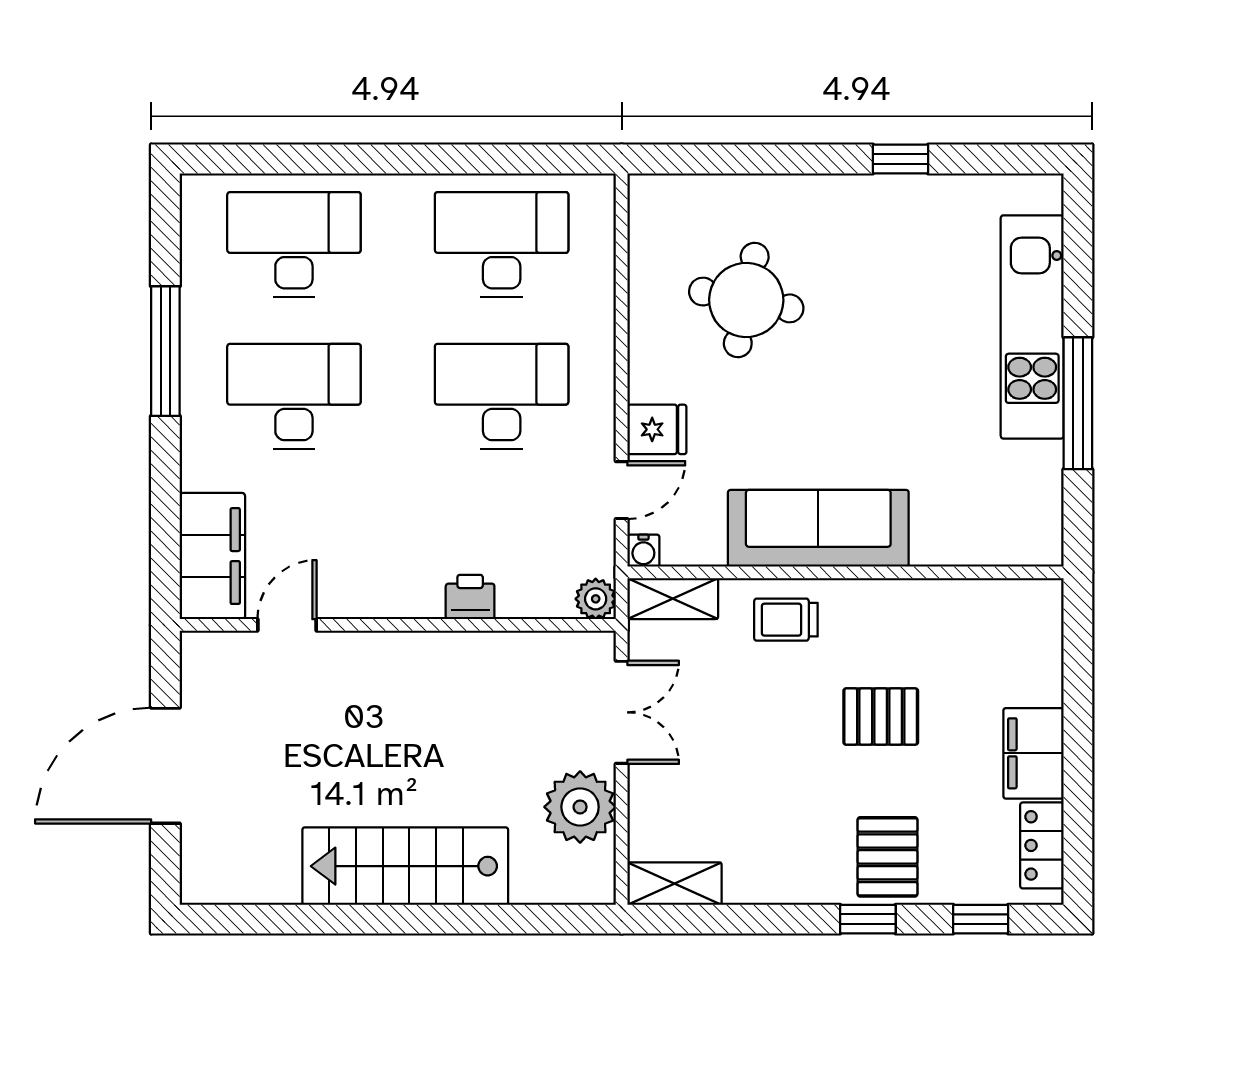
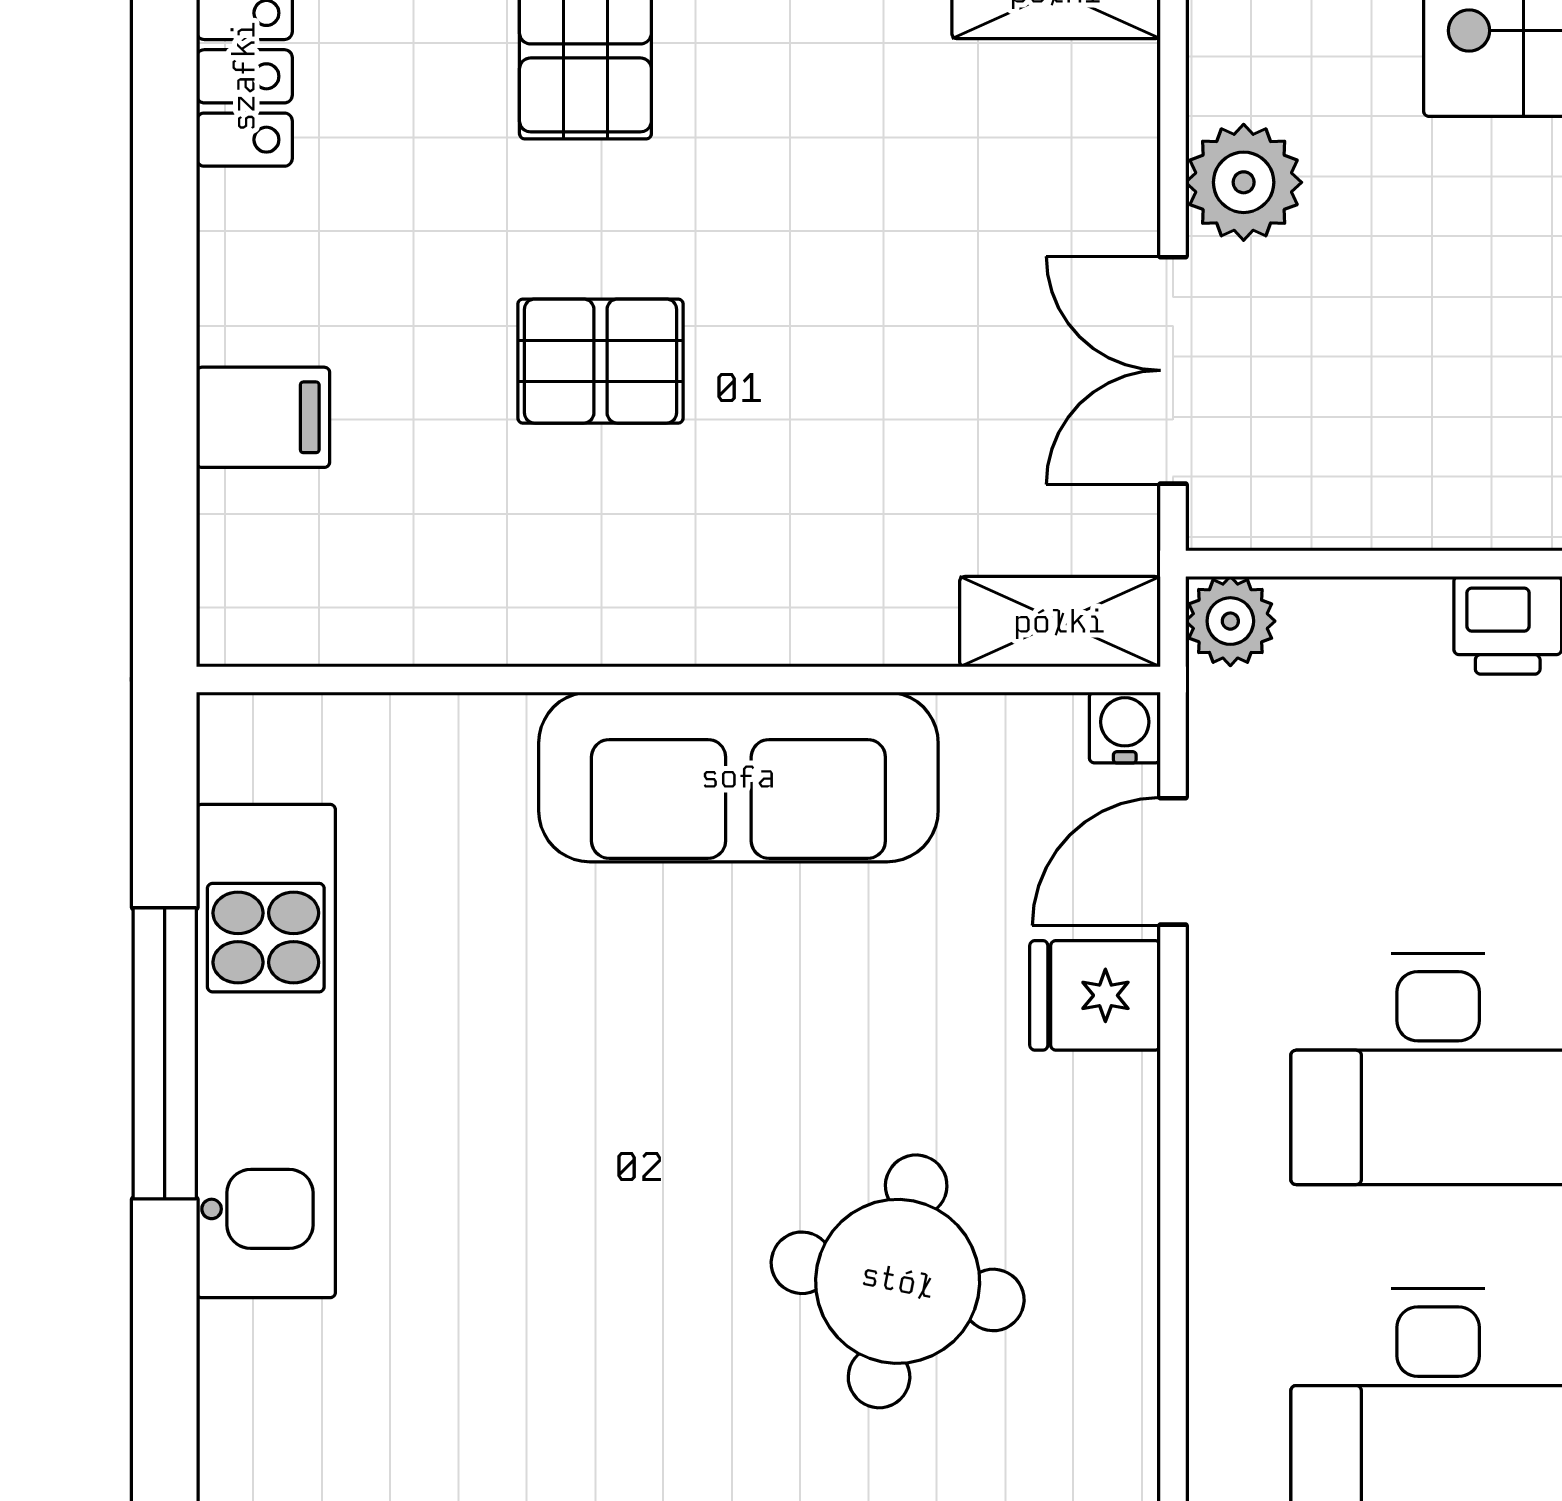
kitchen unit: (1032, 327) -> (266, 1051), moved
trolley: (786, 620) -> (810, 575), removed
filing cabinet: (1033, 753) -> (263, 417), moved, width x0.50
plant: (580, 807) -> (1244, 182), width x0.73, depth x0.73

